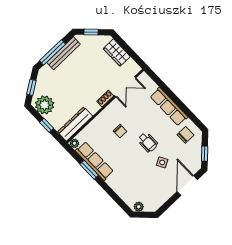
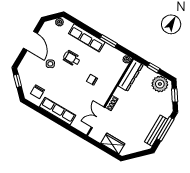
window: (91, 32) -> (138, 154), removed
wheelchair: (148, 142) -> (72, 58), moved
row of seats: (94, 161) -> (87, 38), moved
door: (187, 186) -> (30, 41), moved

